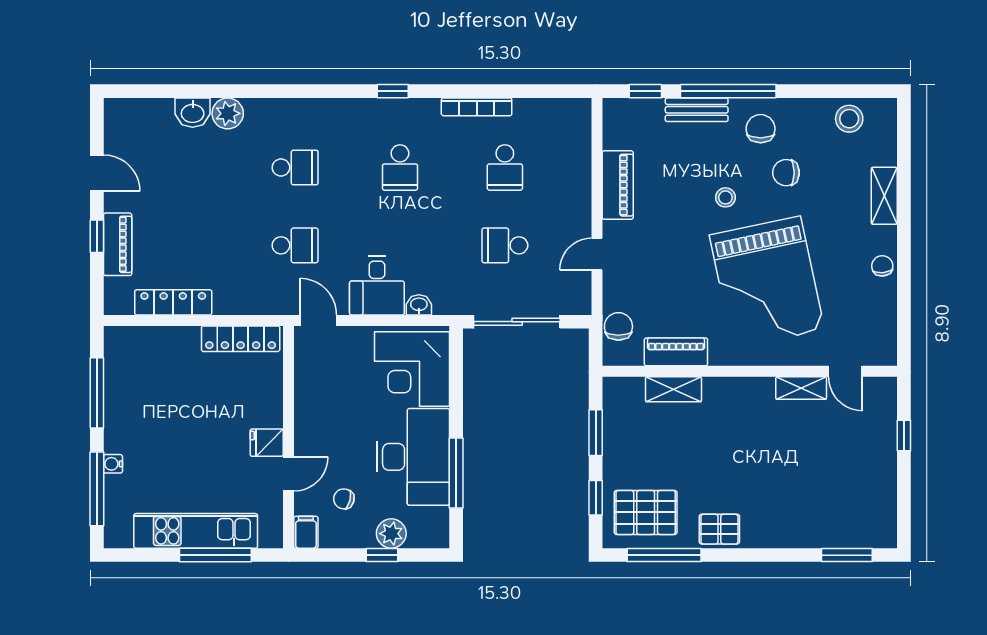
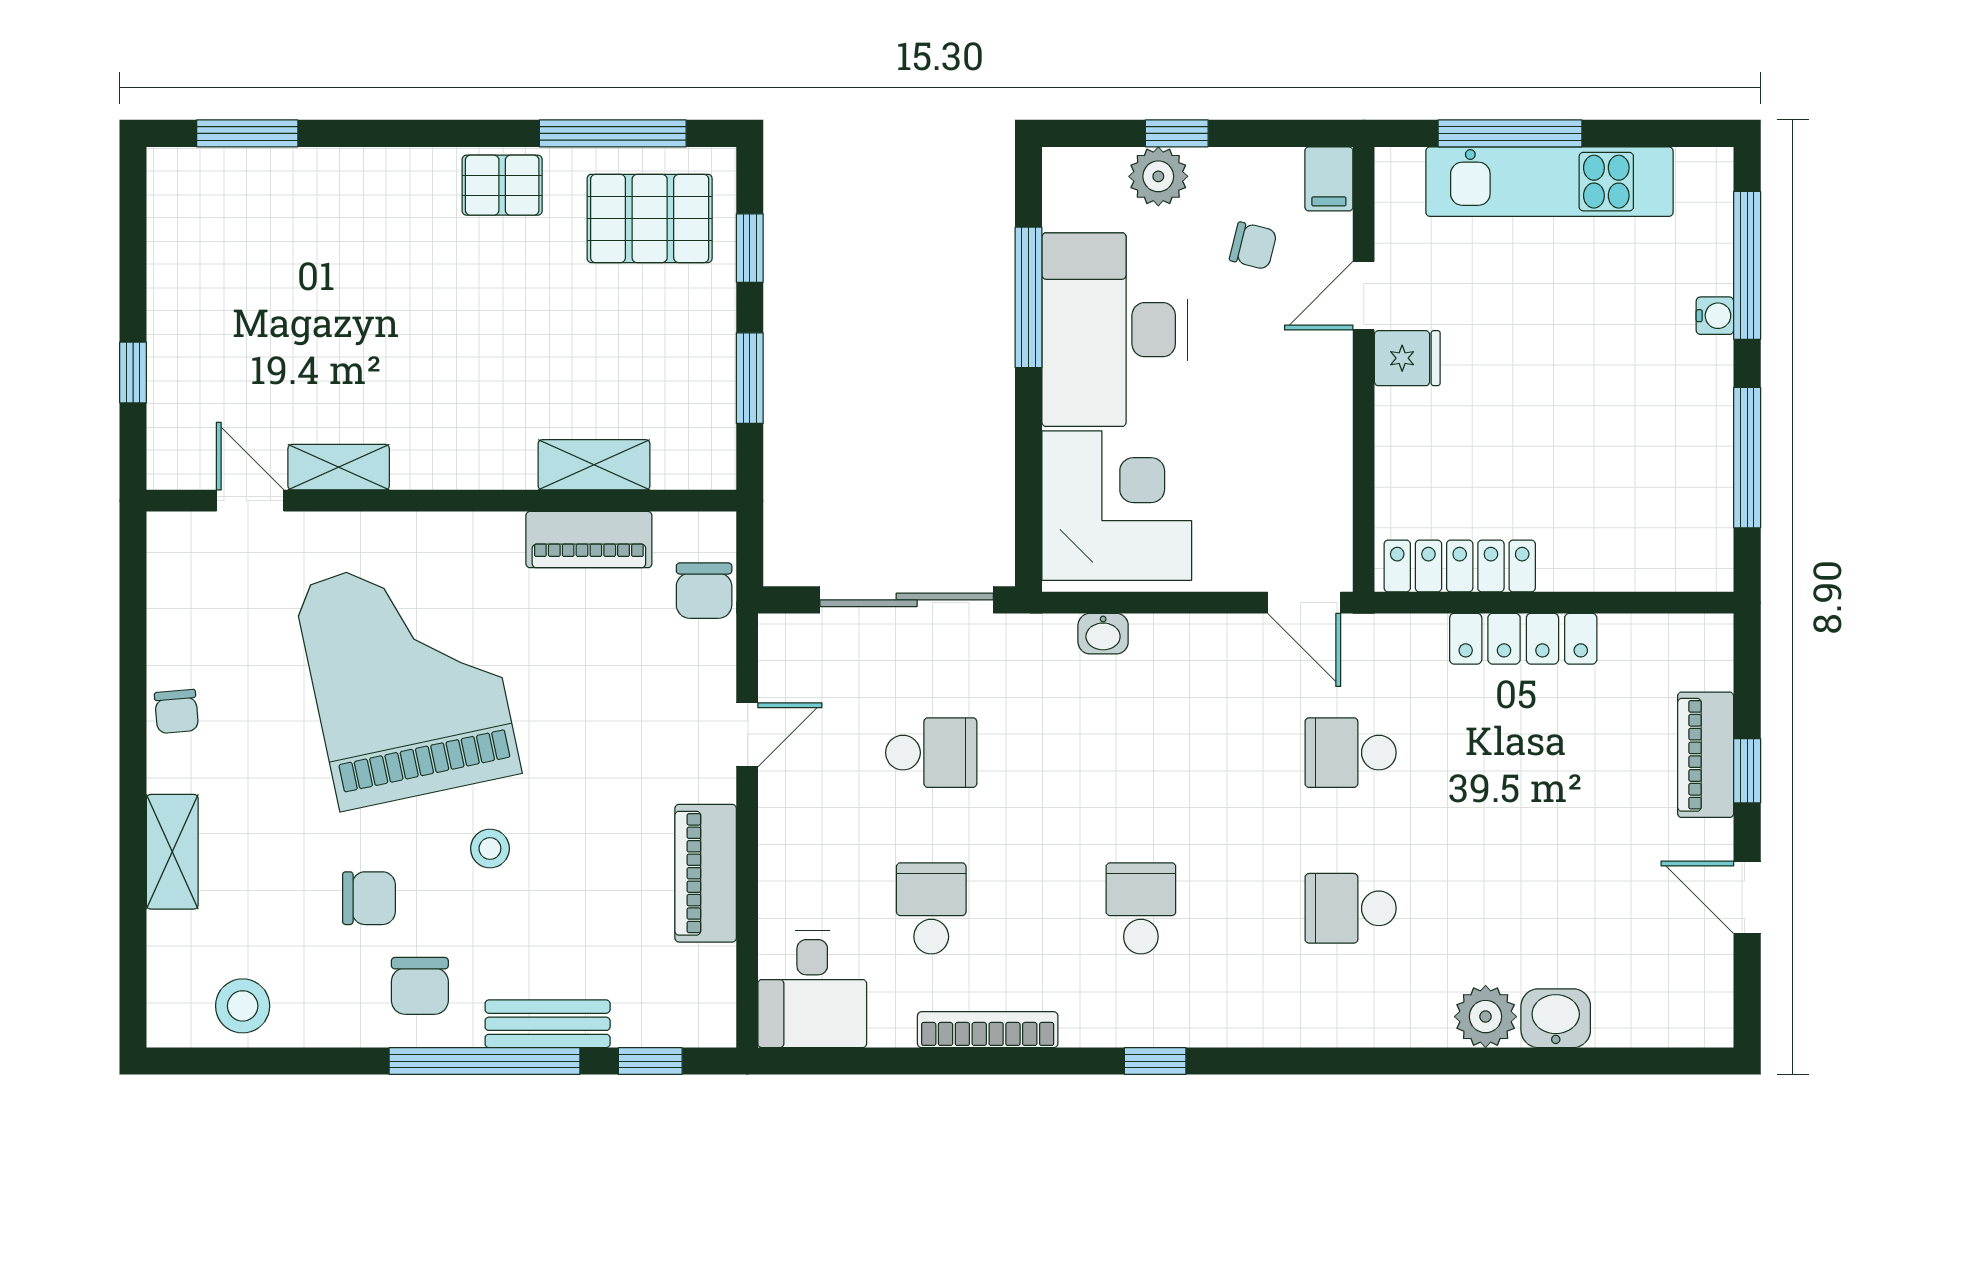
desk: (377, 286) -> (812, 989), moved, turned 180
locker: (173, 302) -> (1523, 639), moved

